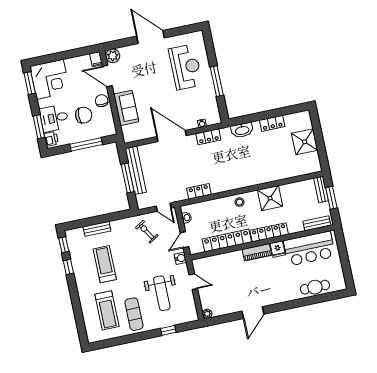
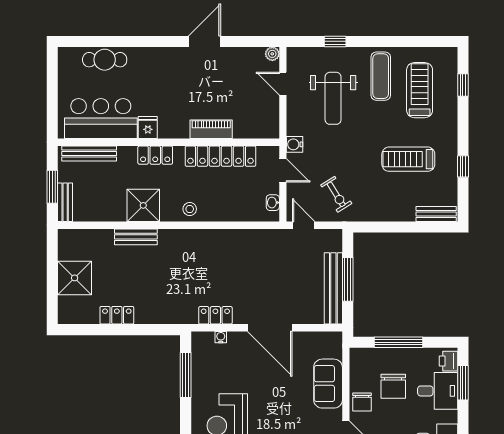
window: (217, 81) -> (186, 375), moved
chair: (84, 115) -> (393, 386), turned -90
washbasin: (242, 130) -> (163, 315), removed
bench: (271, 177) -> (136, 237), added
locker: (199, 191) -> (246, 237), removed
bench: (317, 223) -> (89, 154), width x1.36
bench: (97, 229) -> (436, 214), moved
locker: (269, 232) -> (155, 155), width x0.66
door: (184, 240) -> (283, 170), hinge flipped
window: (64, 245) -> (463, 85), moved
piano: (257, 252) -> (211, 129), moved
treadmill: (105, 264) -> (408, 159), turned 90
door: (193, 282) -> (283, 84), moved
weight bench: (162, 293) -> (333, 98), turned 180

